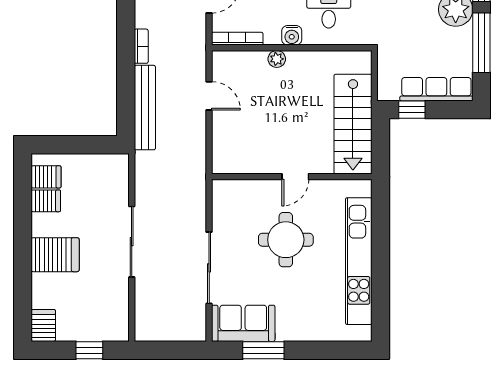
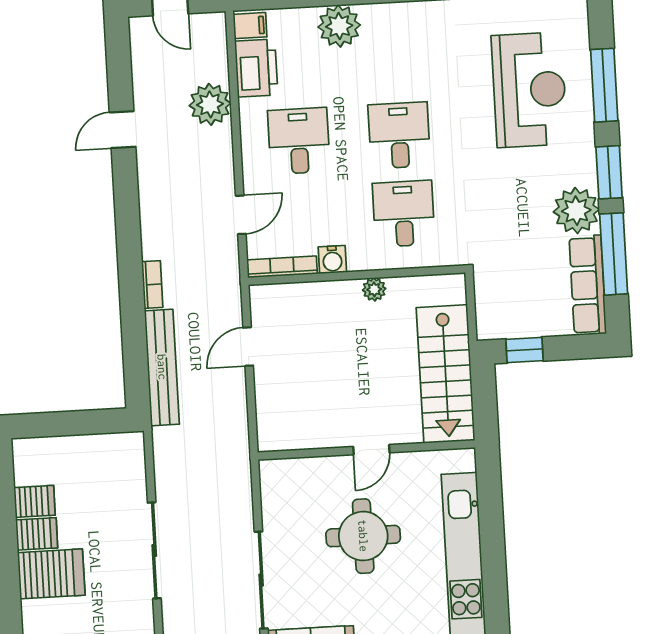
water cooler: (292, 35) -> (332, 259), moved
plant: (277, 59) -> (374, 289), moved
row of seats: (436, 89) -> (588, 285), moved, turned -90
door: (209, 96) -> (248, 347), swing flipped
server rack: (46, 177) -> (37, 534), moved

